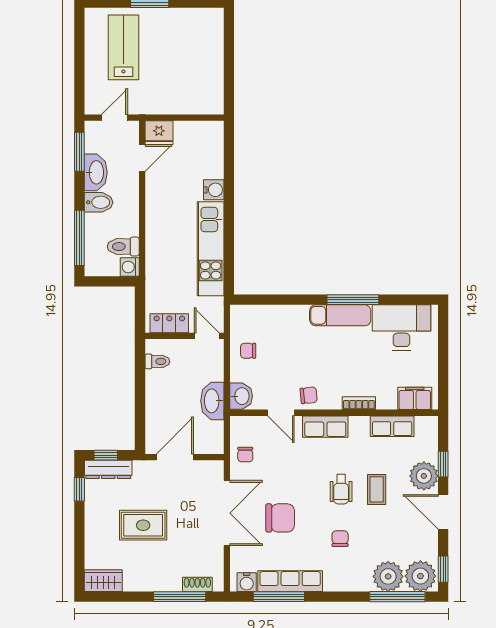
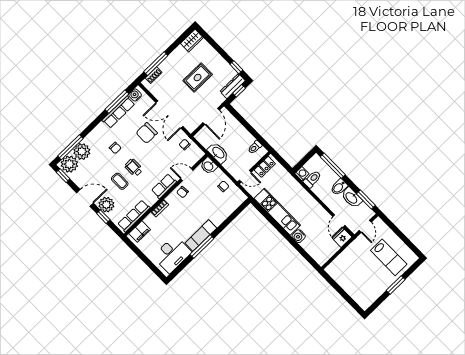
row of seats: (392, 426) -> (134, 216), width x1.48

